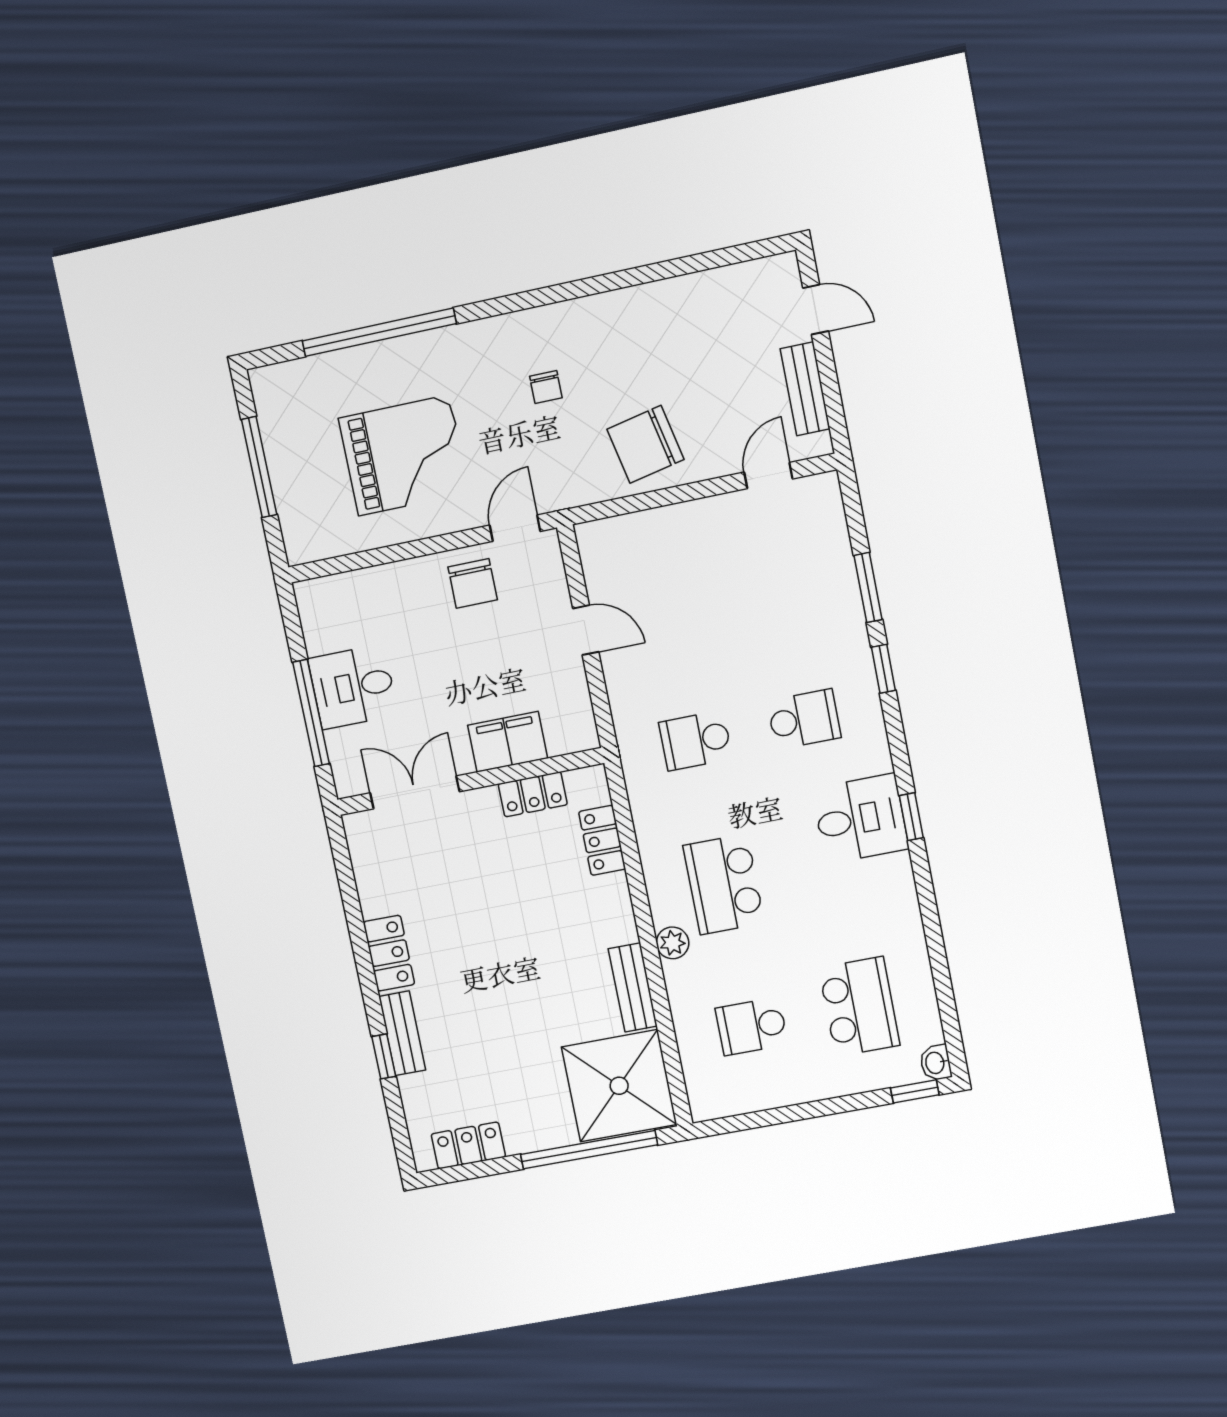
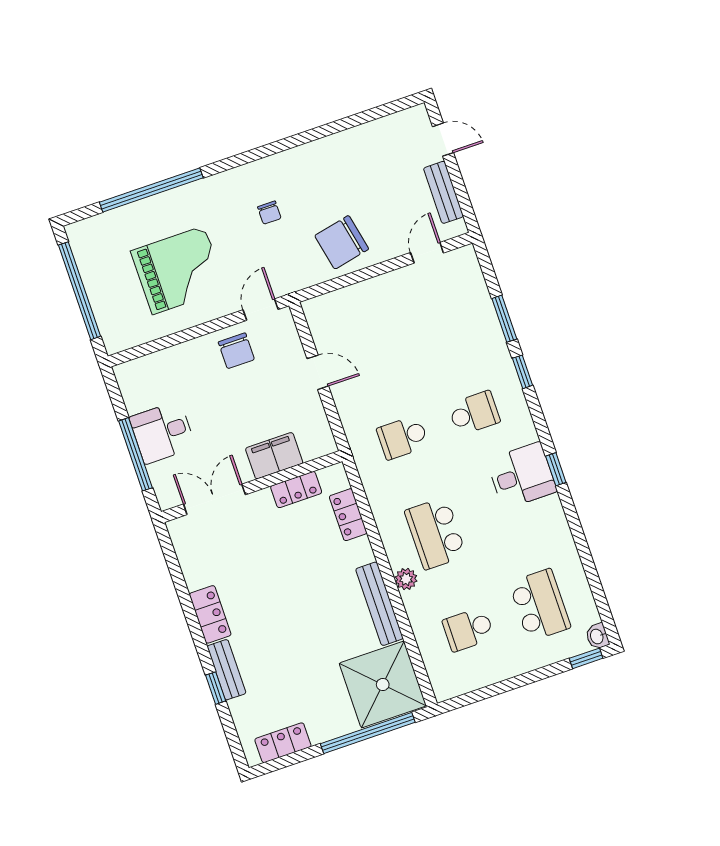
window: (259, 467) -> (79, 291), width x1.46
bench: (633, 988) -> (379, 604), width x1.36

